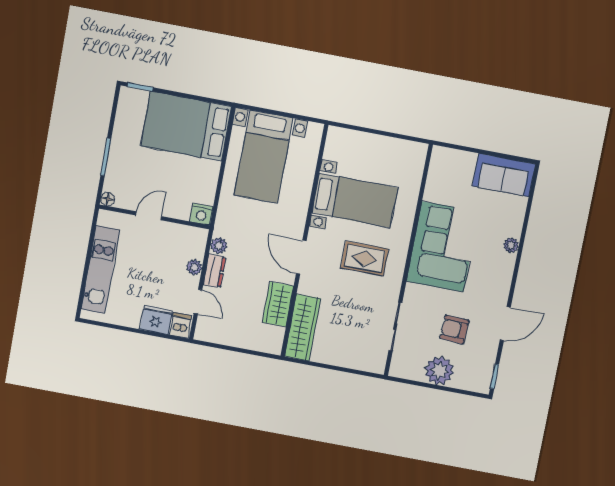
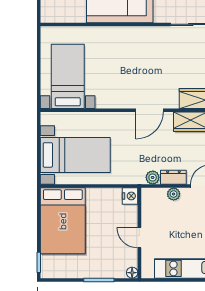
bed with nightstands: (355, 200) -> (68, 76), moved
rug: (365, 258) -> (141, 60), removed

